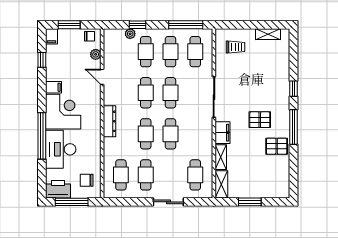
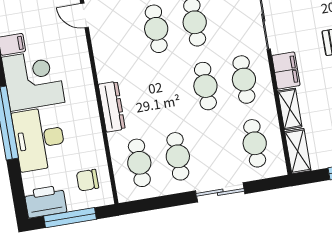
dresser: (110, 121) -> (112, 107), moved
cafe table: (146, 134) -> (244, 80), moved

